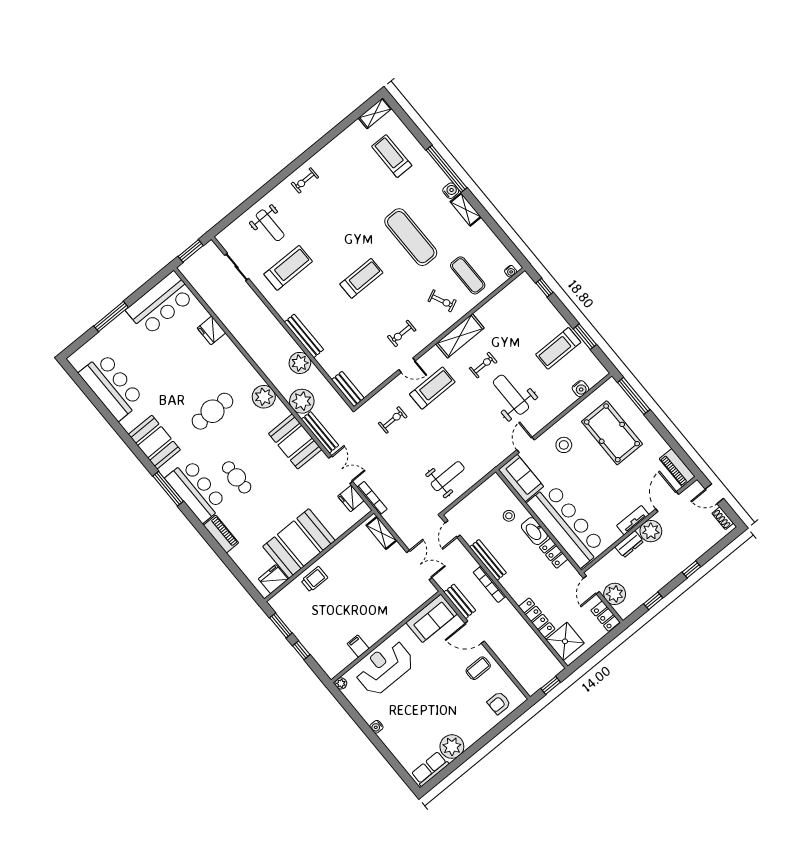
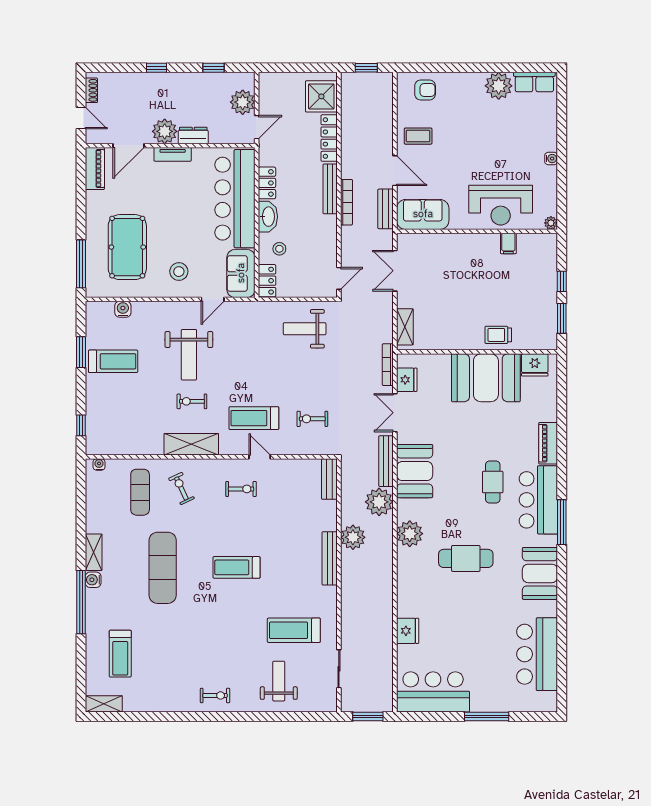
bench: (488, 560) -> (330, 189), moved
locker: (605, 616) -> (267, 281), moved

